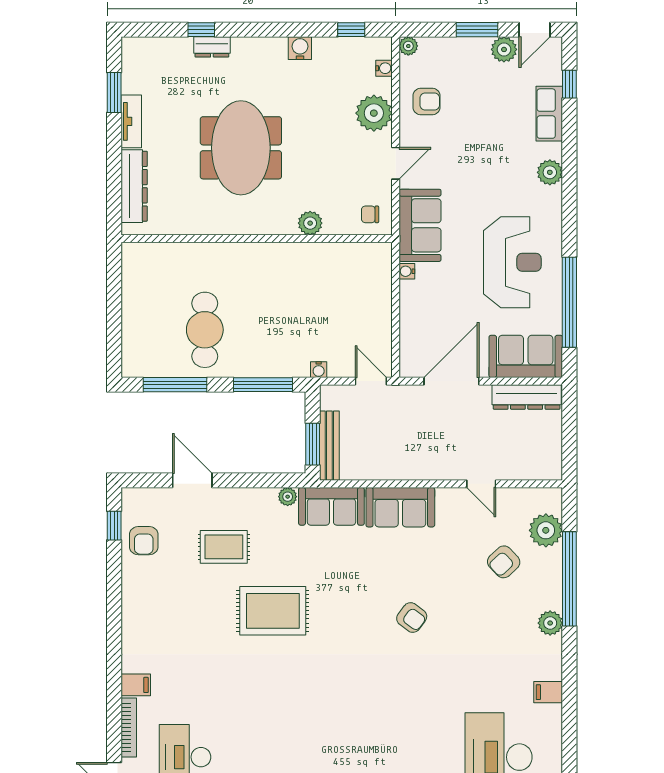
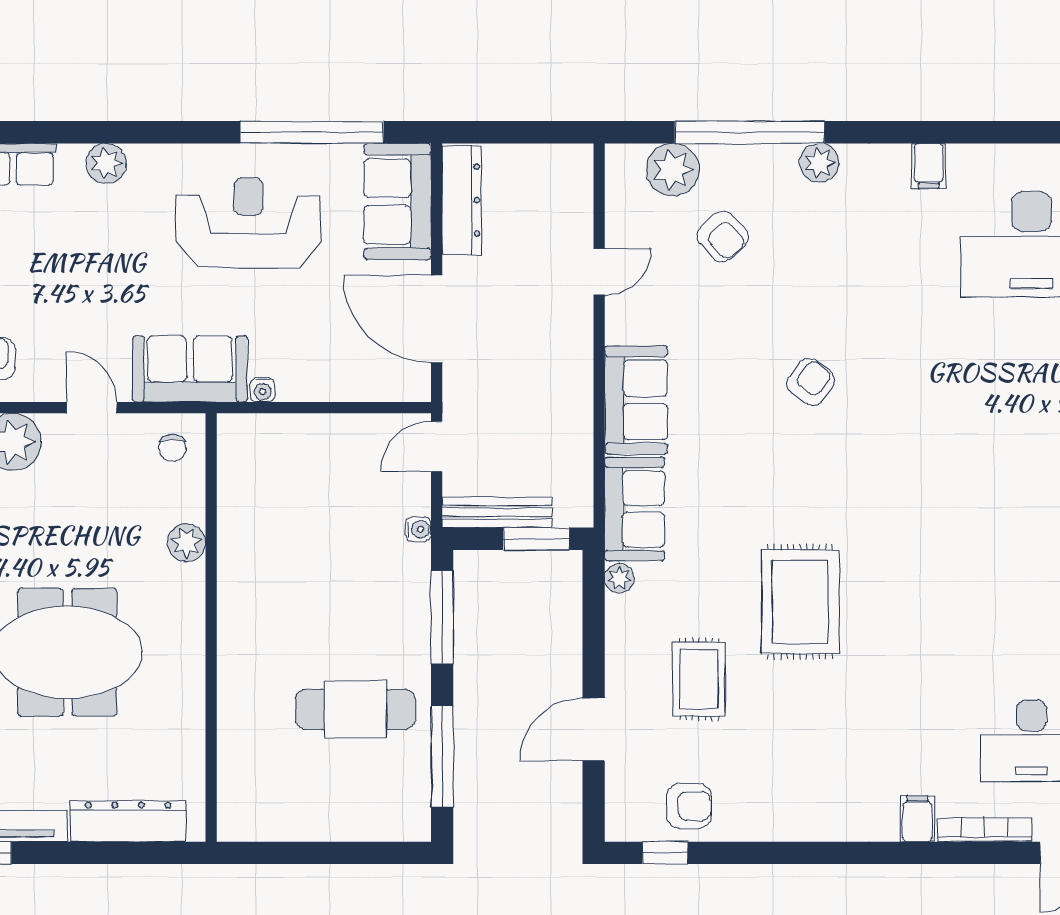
bench: (329, 446) -> (497, 512), moved

